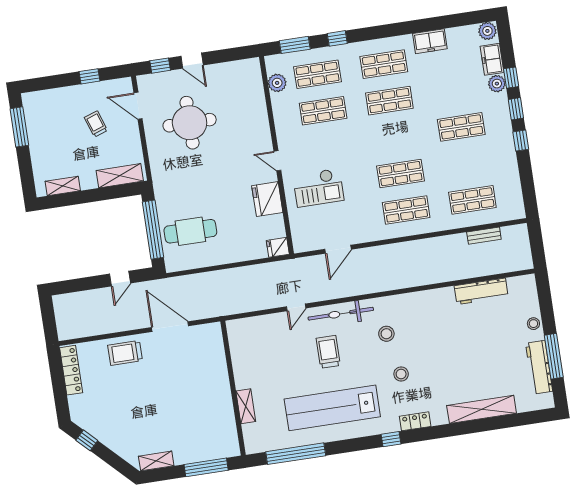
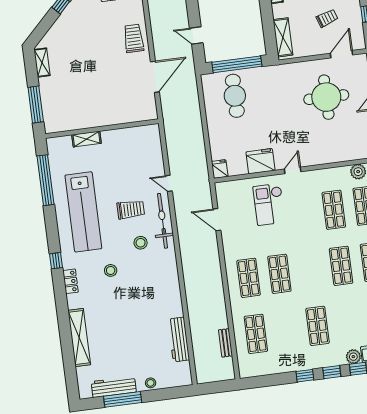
stool: (386, 334) -> (141, 243), moved
lab bench: (332, 408) -> (83, 212), turned 180

